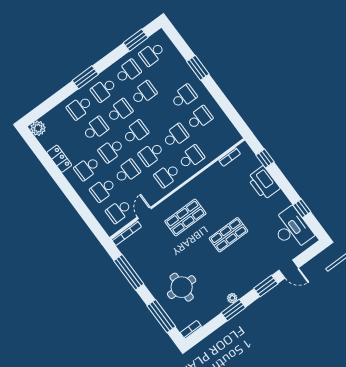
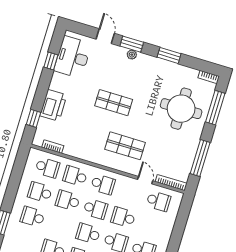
school desk: (103, 190) -> (47, 168), moved
door: (144, 213) -> (145, 180), swing flipped
round table: (182, 287) -> (181, 109), width x1.36, depth x1.36
plant: (232, 298) -> (132, 55), moved

